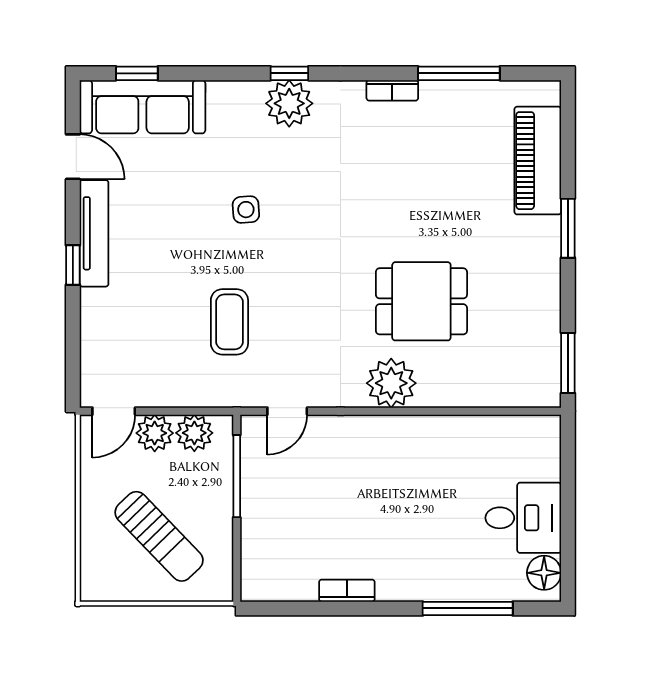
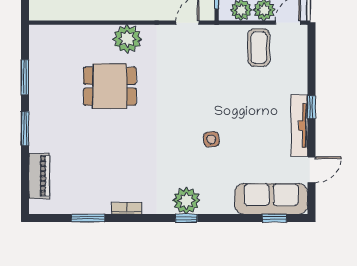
window: (459, 73) -> (88, 218), width x0.69
door: (73, 157) -> (311, 170), swing flipped
piano: (538, 161) -> (39, 176), width x0.73, depth x0.75
coffee table: (229, 322) -> (259, 48), moved
window: (568, 363) -> (25, 77), moved

